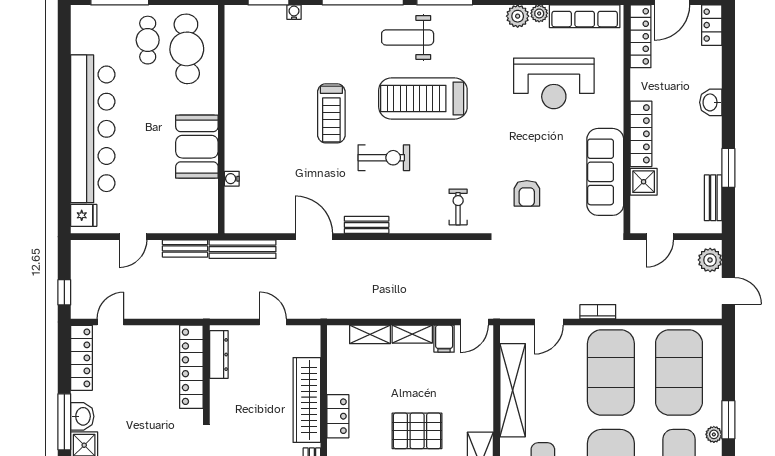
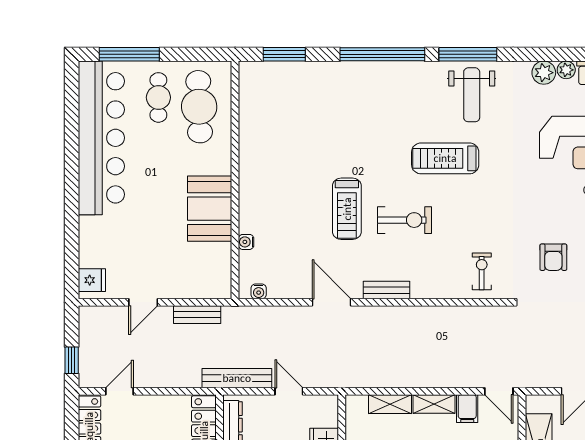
water cooler: (294, 12) -> (259, 291), moved, turned 180
weight bench: (408, 37) -> (472, 95), moved, turned -90
treadmill: (423, 98) -> (445, 158), width x0.73, depth x0.73
treadmill: (331, 113) -> (347, 209), moved
bar counter: (93, 129) -> (101, 138), moved
bench: (243, 249) -> (237, 378), moved
door: (475, 322) -> (499, 391), hinge flipped

